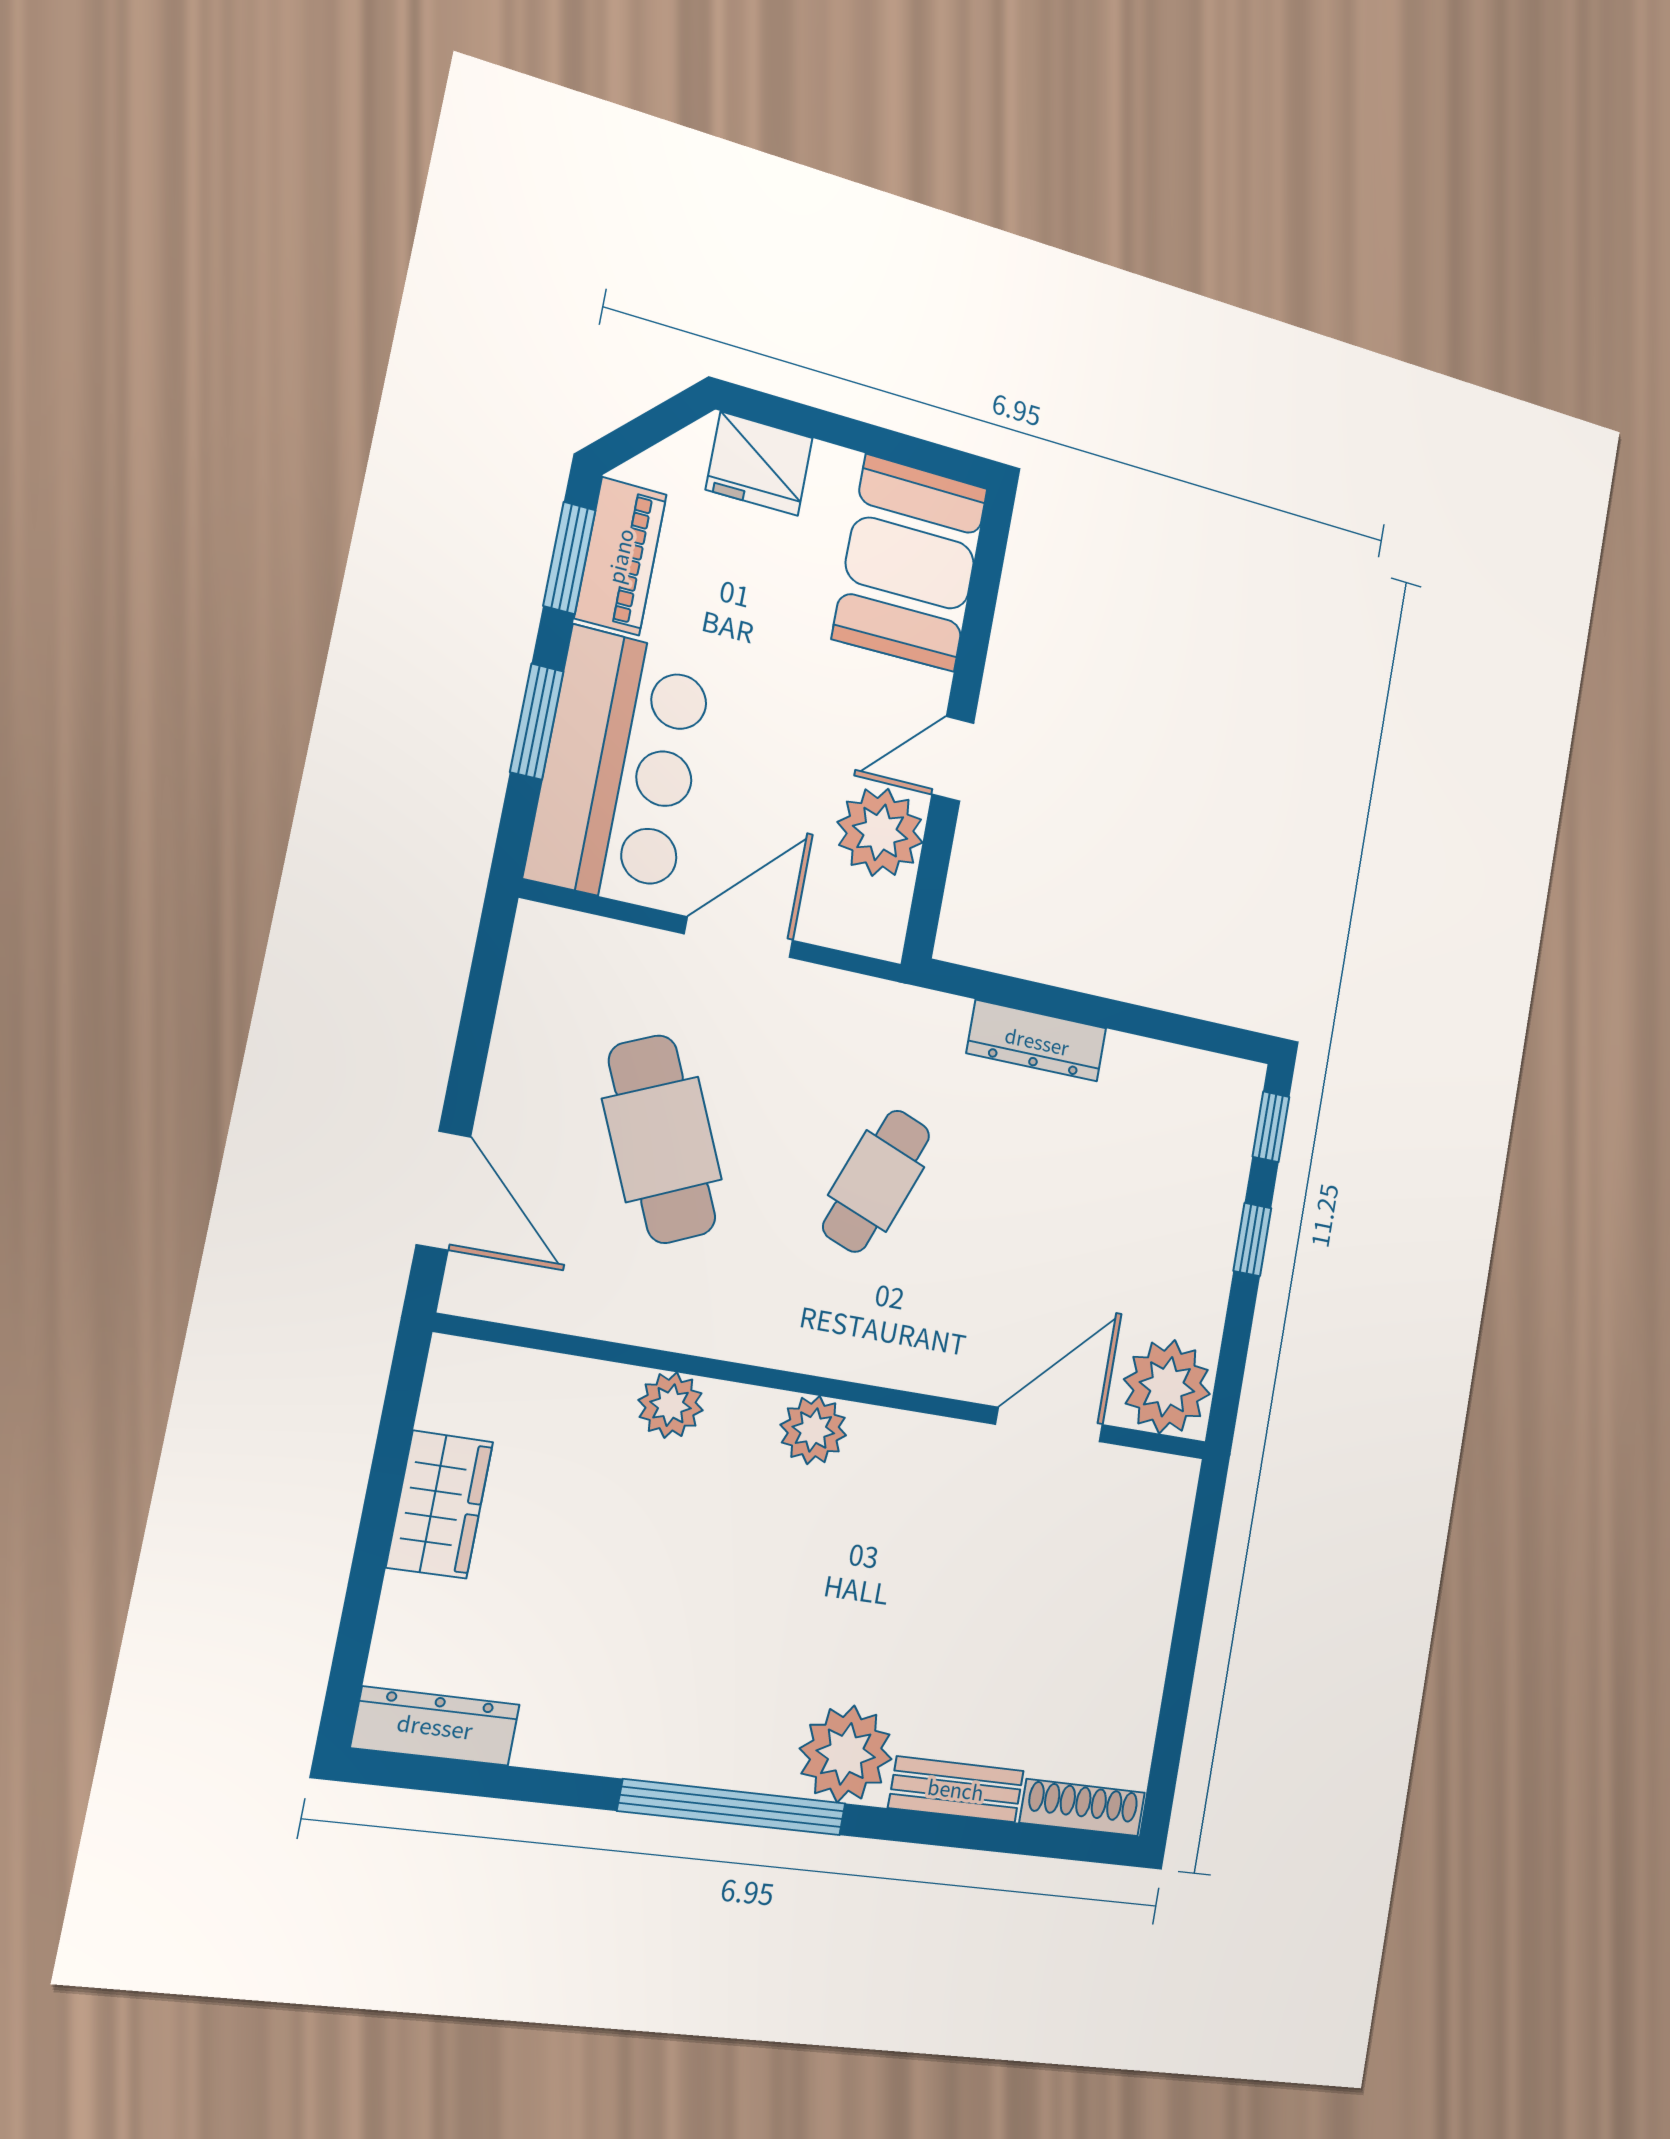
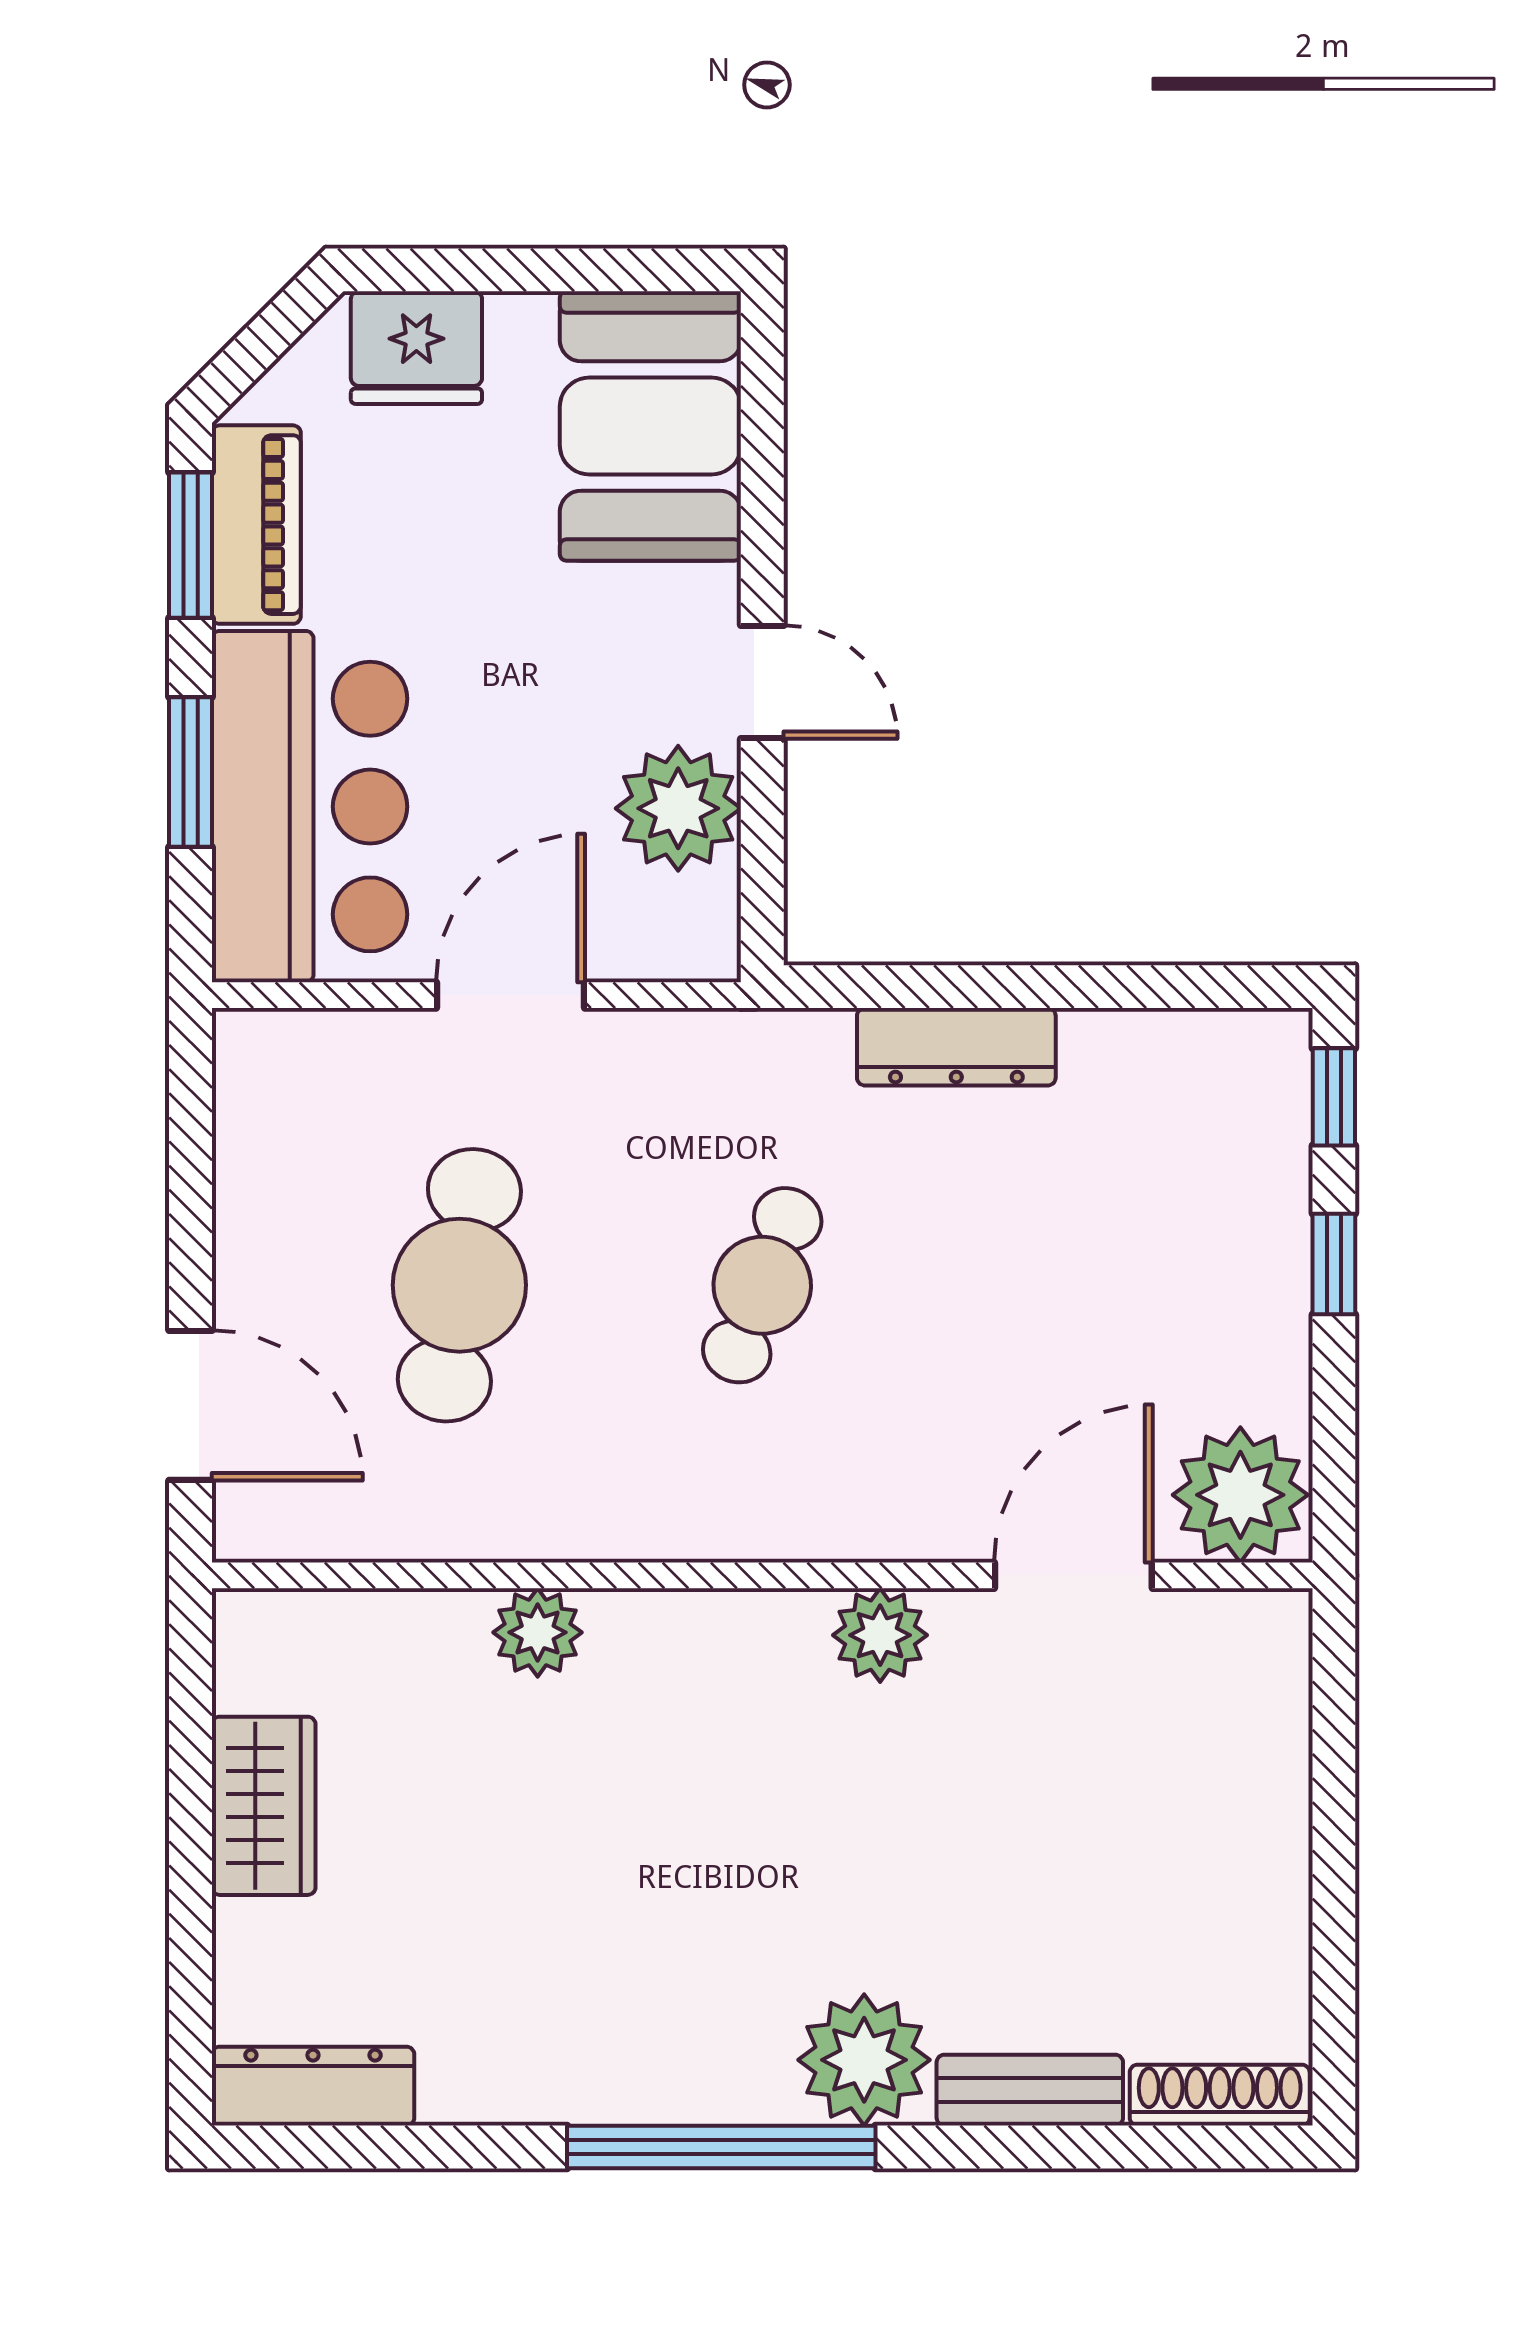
door: (953, 759) -> (762, 682), swing flipped
cafe table: (662, 1139) -> (459, 1285), turned 33
plant: (813, 1430) -> (880, 1635), moved

